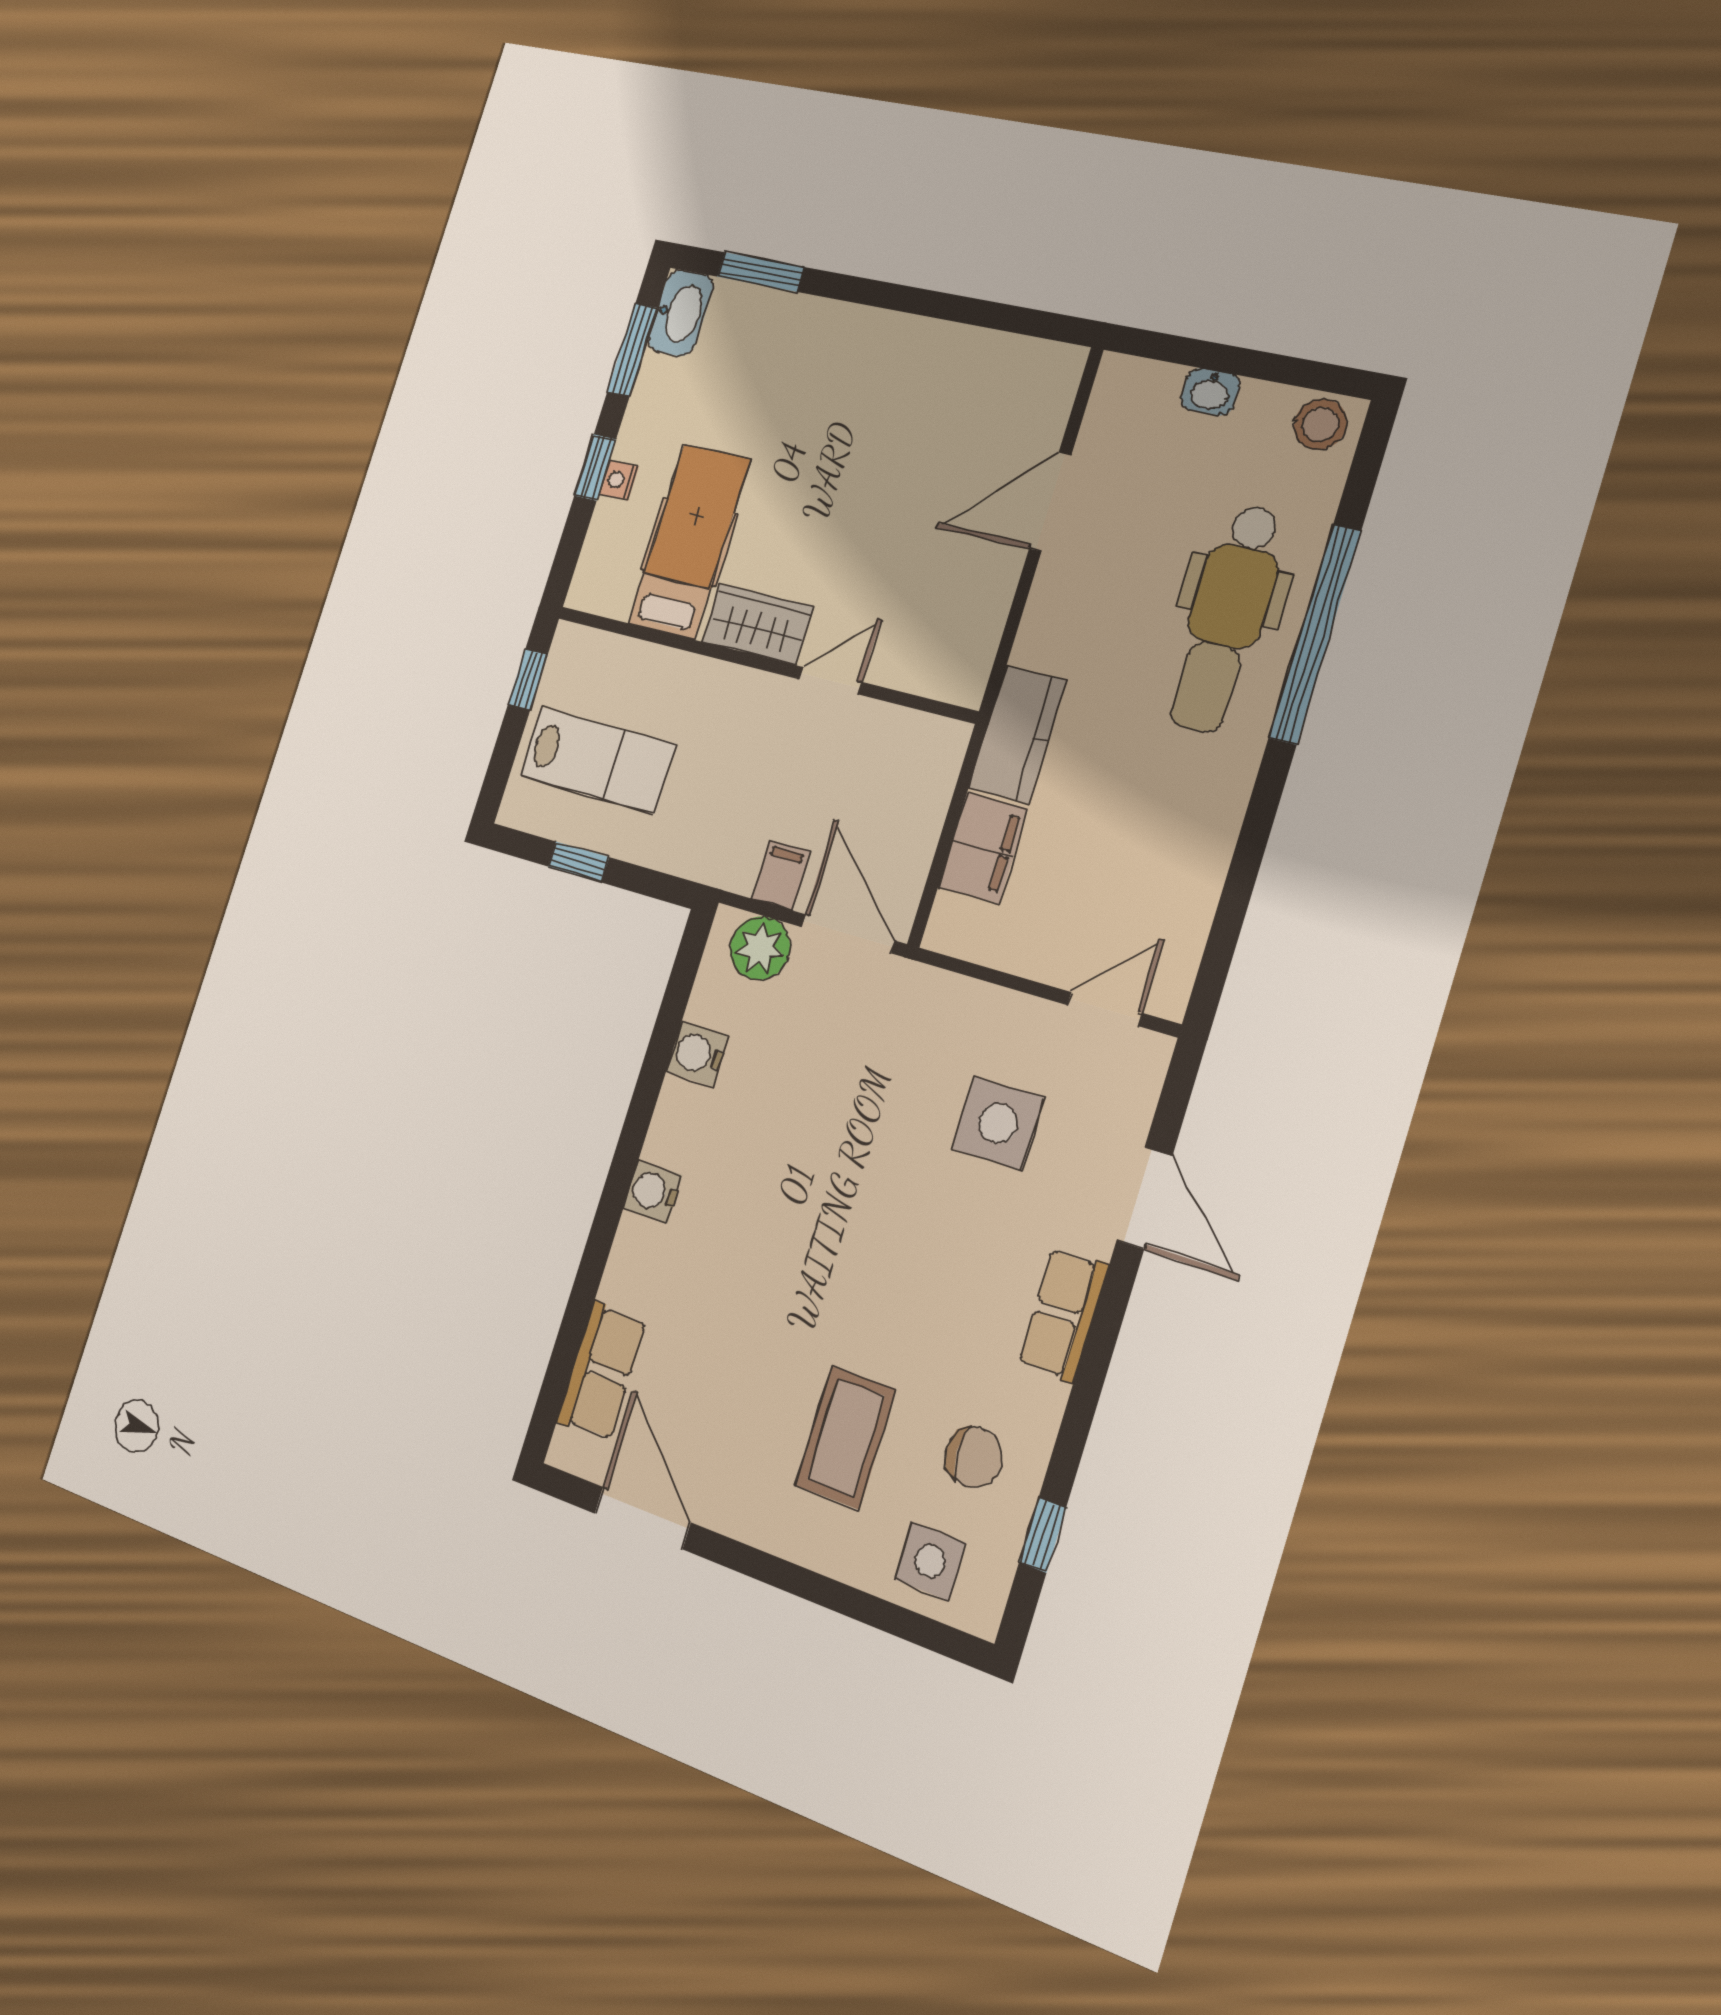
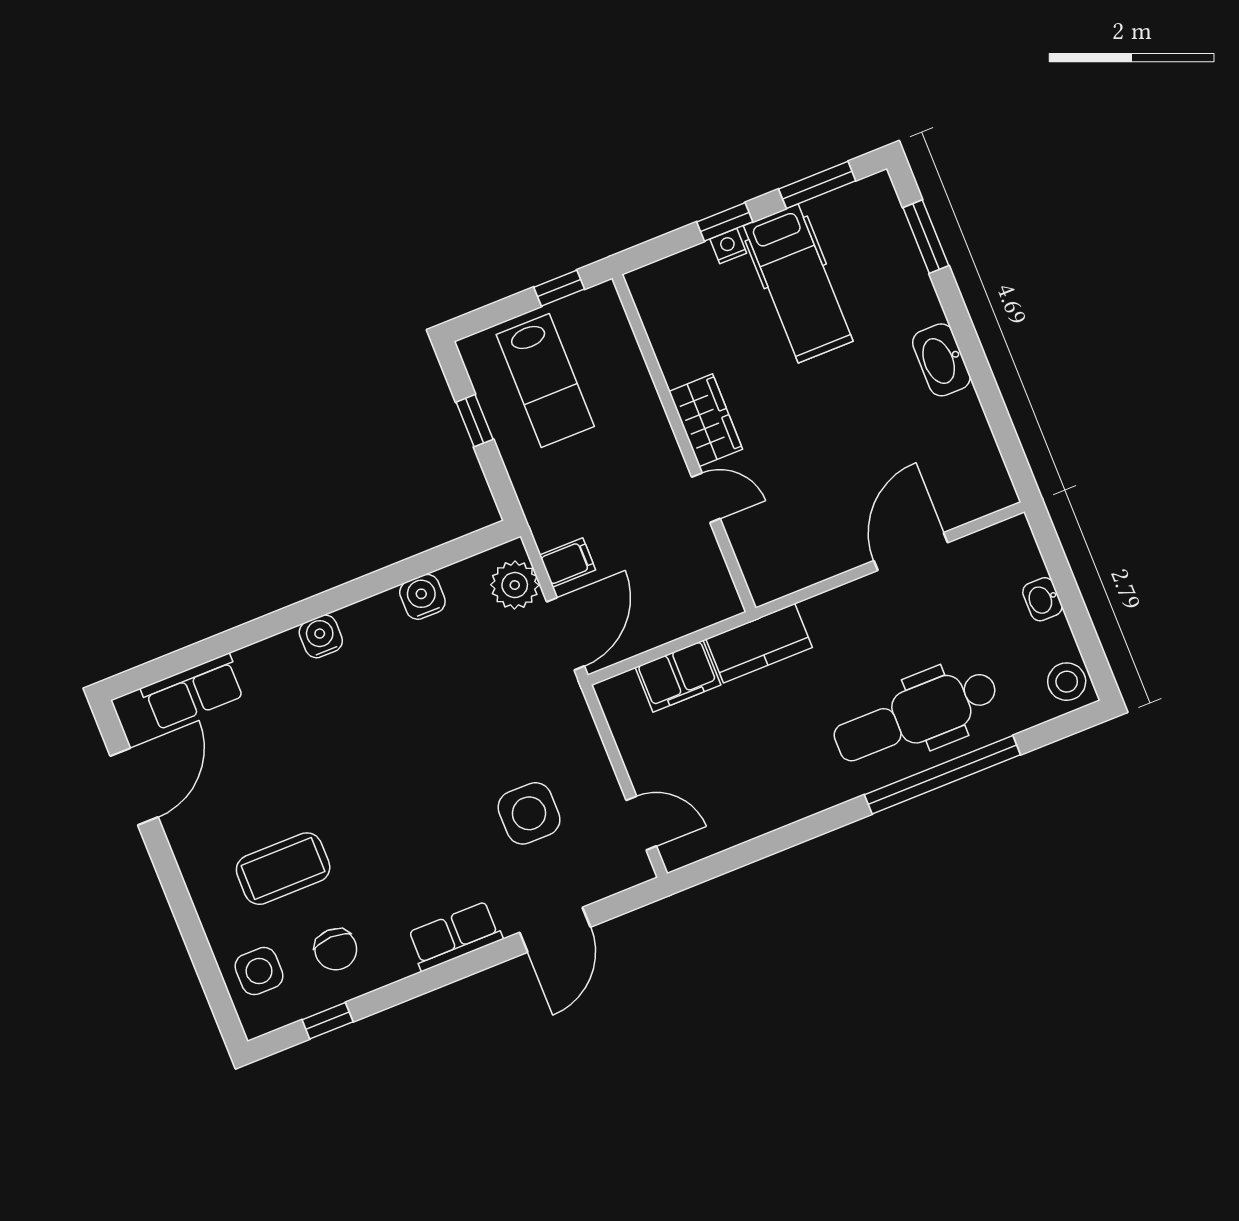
washbasin: (681, 313) -> (941, 360), moved, turned 90
door: (1050, 502) -> (911, 552), hinge flipped
hospital bed: (689, 542) -> (798, 283), moved, turned 90

